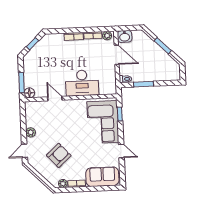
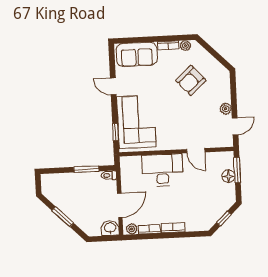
door: (117, 55) -> (120, 205), swing flipped
floor lamp: (29, 93) -> (228, 176), moved
door: (24, 151) -> (235, 126), moved

